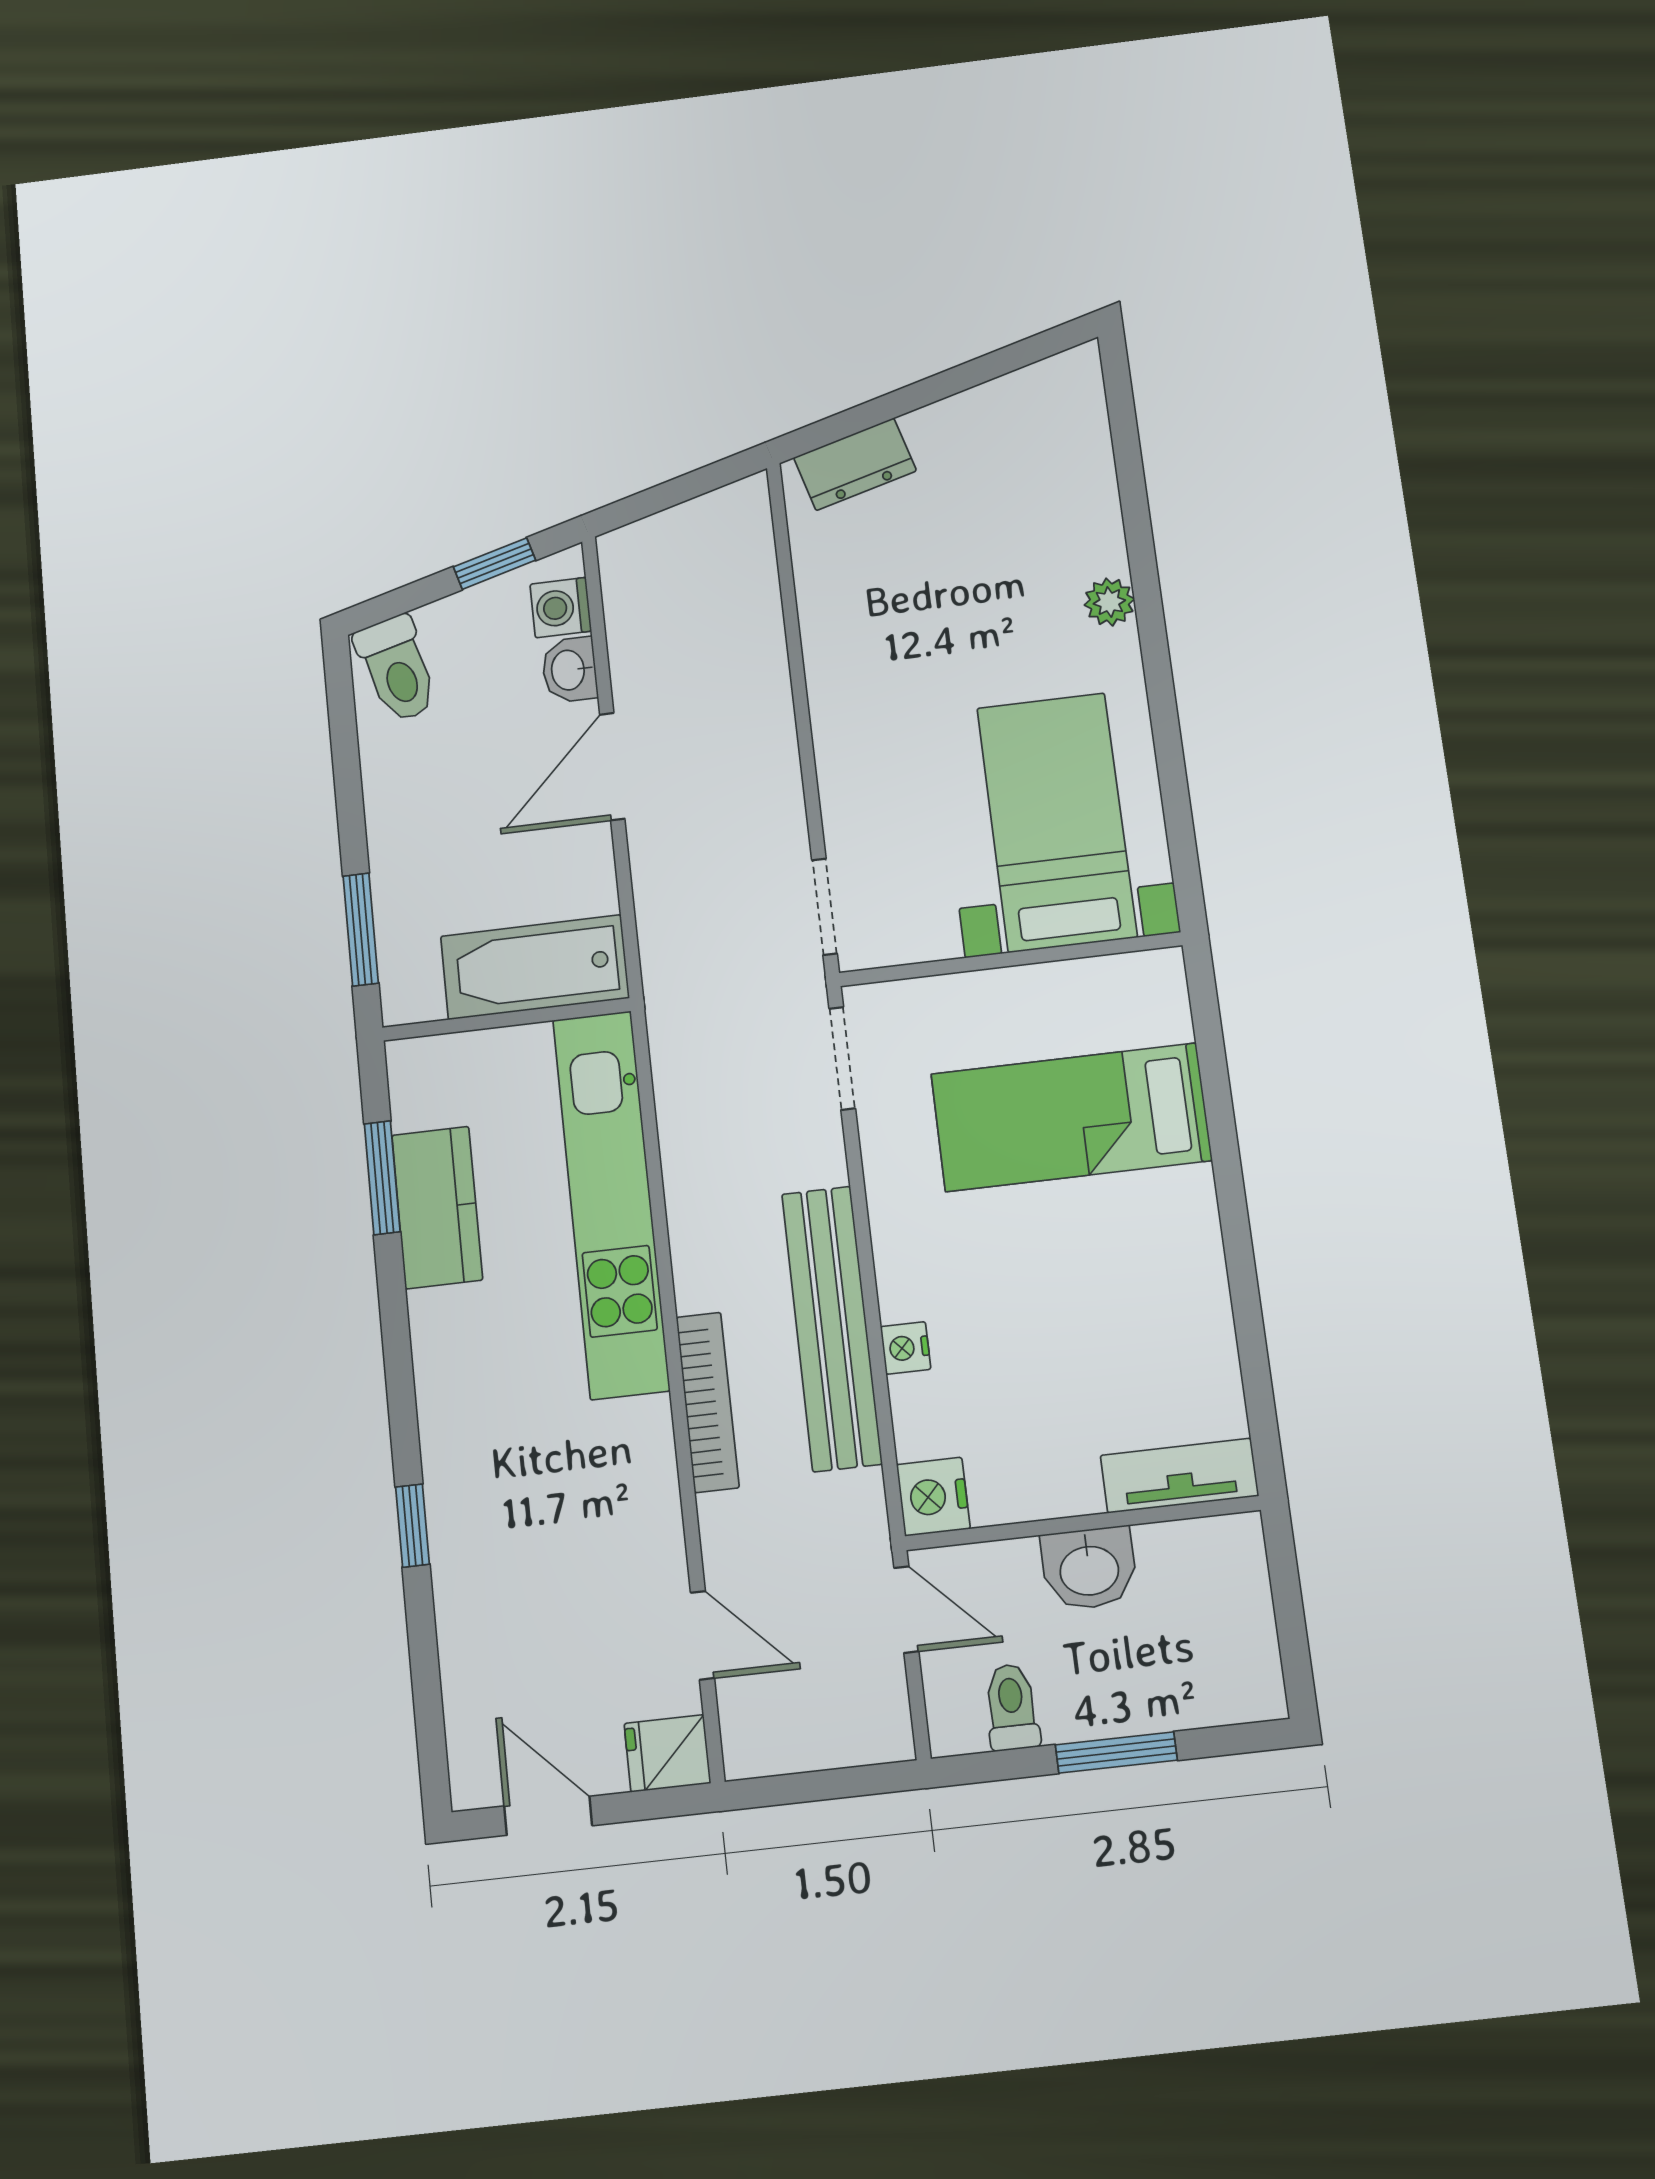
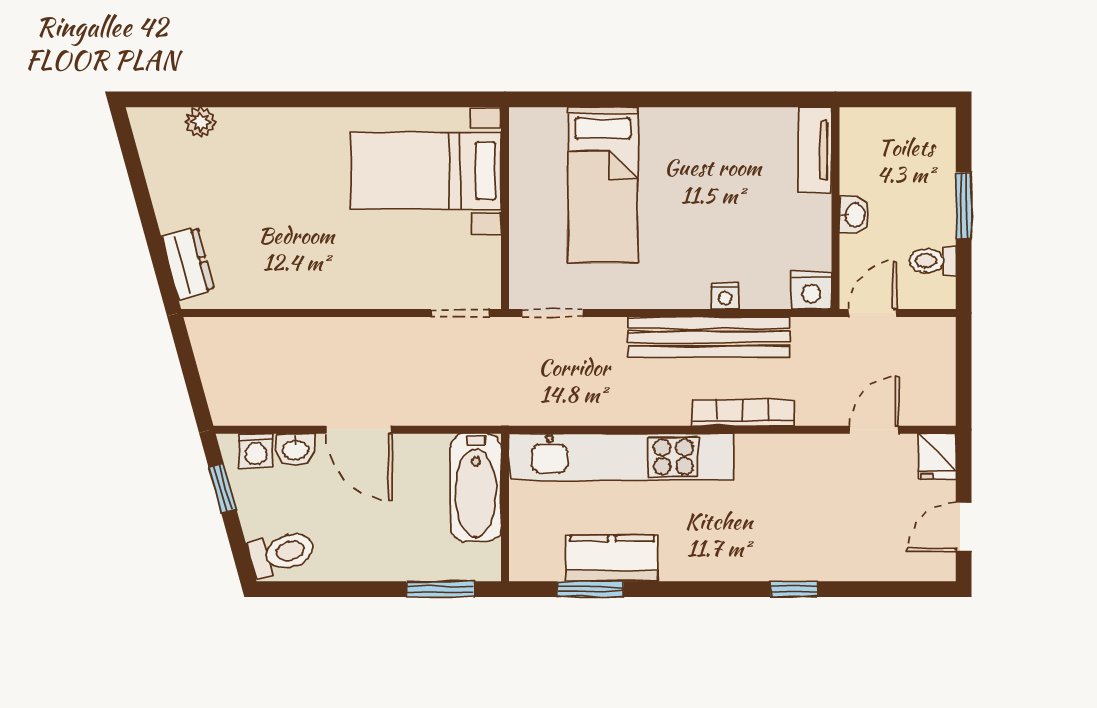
plant: (1109, 602) -> (201, 122), moved
washbasin: (1089, 1568) -> (854, 215), width x0.72, depth x0.69

